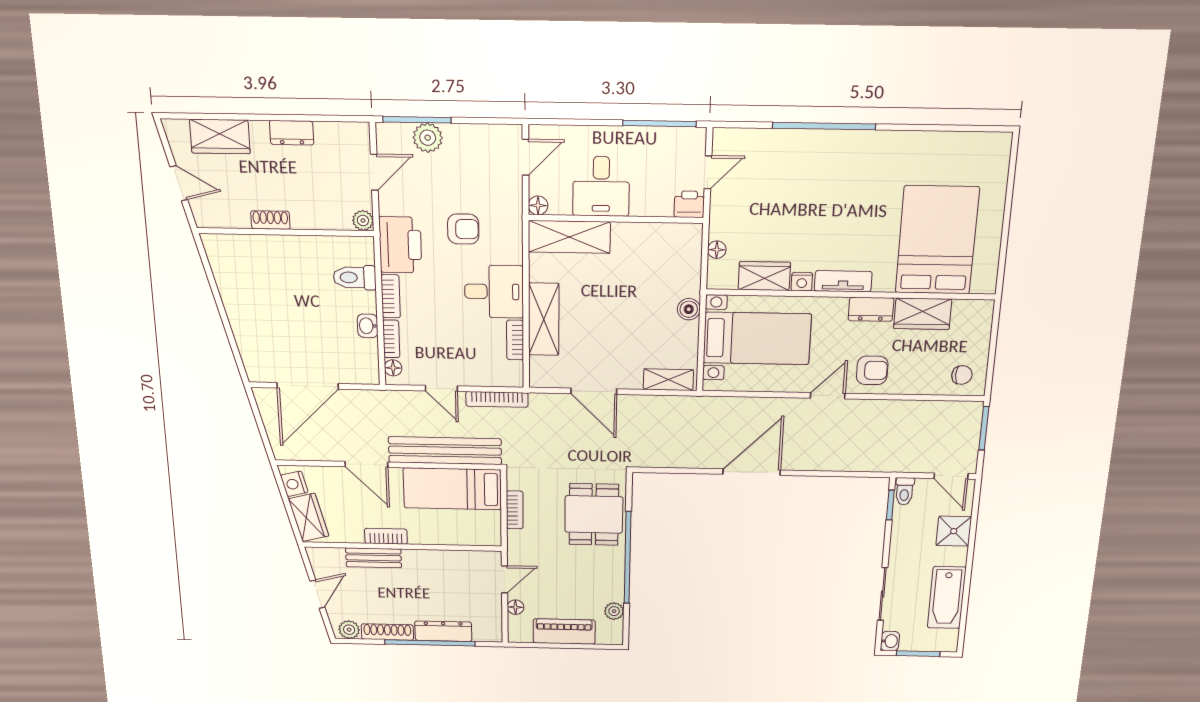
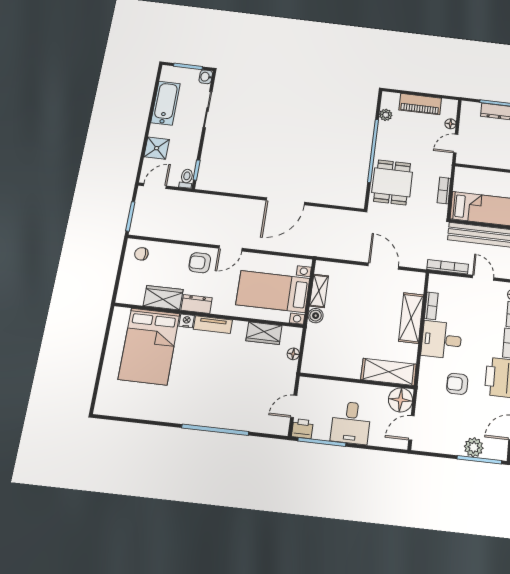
desk: (601, 186) -> (351, 423), moved, turned 180
printer: (689, 204) -> (302, 429), moved, turned 180
floor lamp: (538, 205) -> (400, 400), width x1.89, depth x1.89
nightstand: (802, 282) -> (187, 321), moved
shelving: (668, 380) -> (319, 291), moved, turned 90
door: (951, 476) -> (155, 186), hinge flipped

